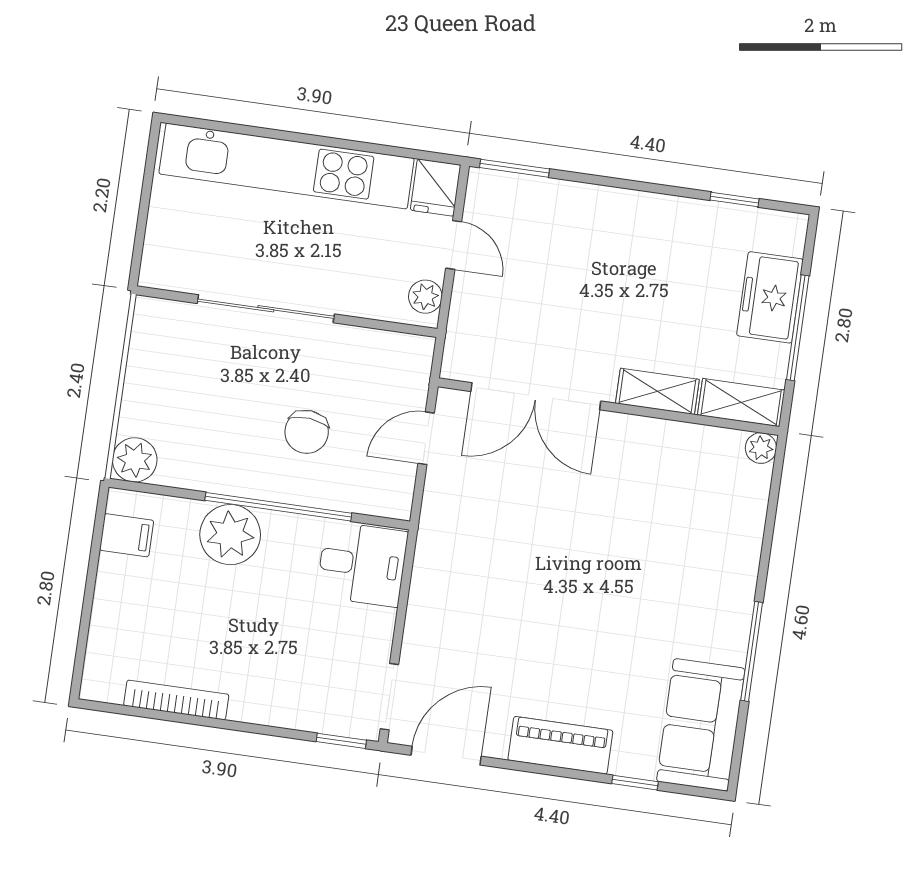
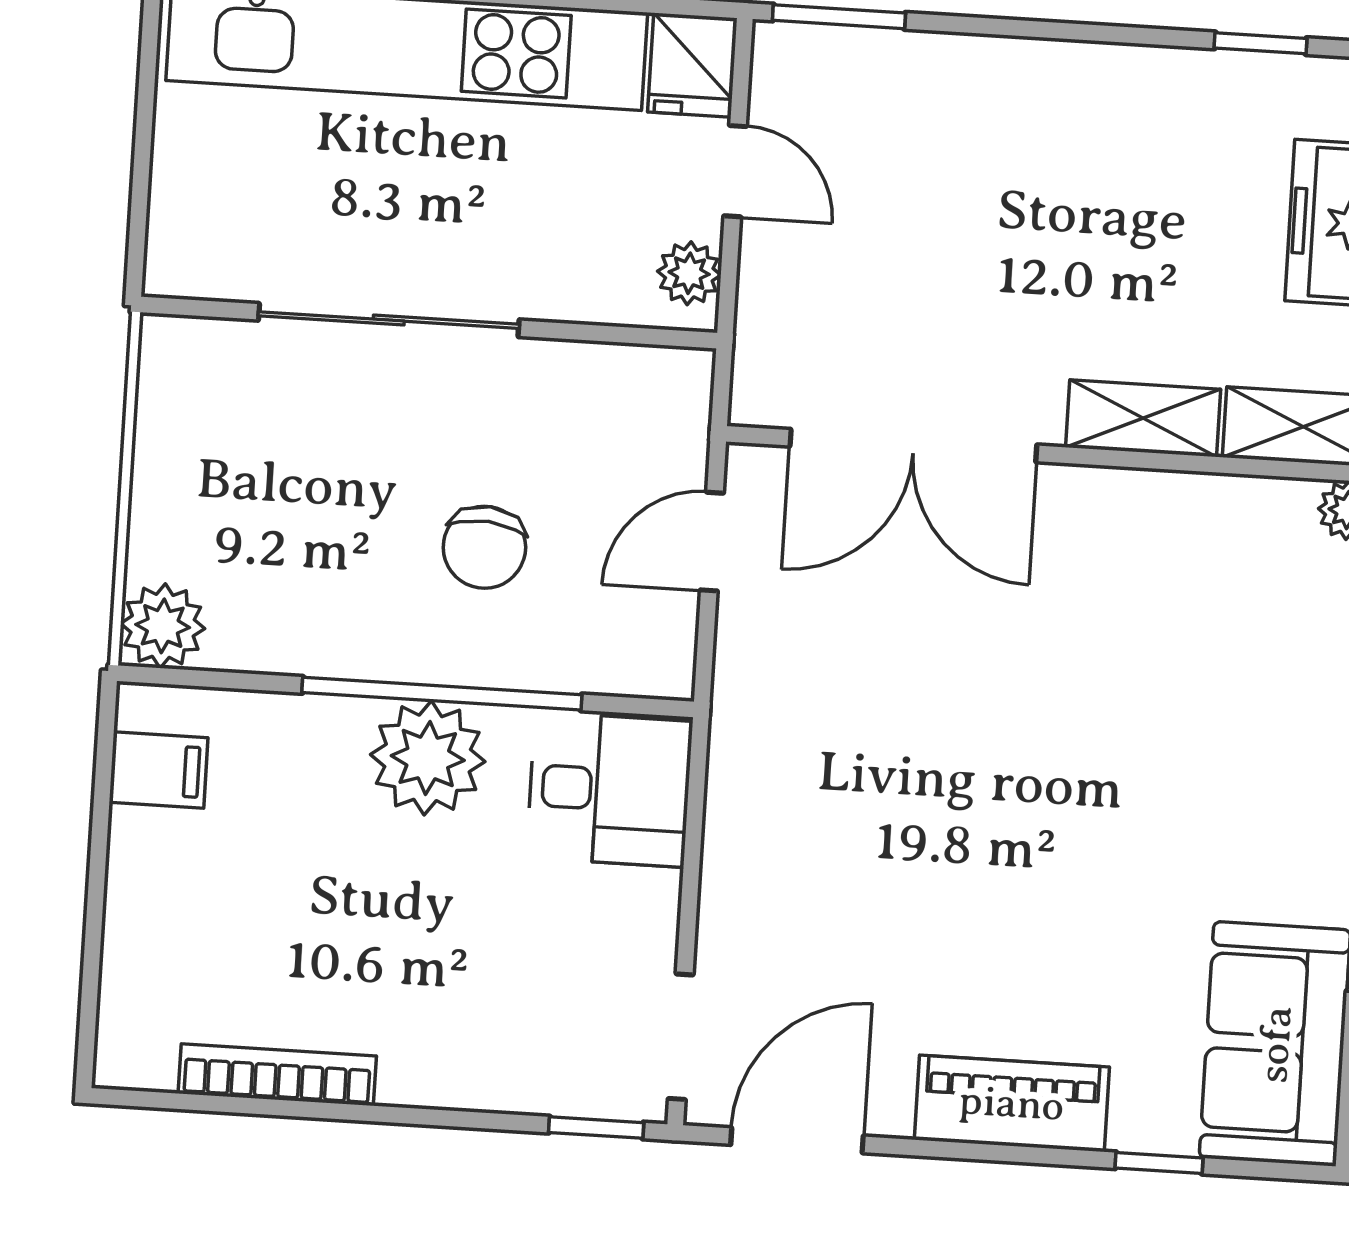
plant: (230, 535) -> (428, 758), moved

